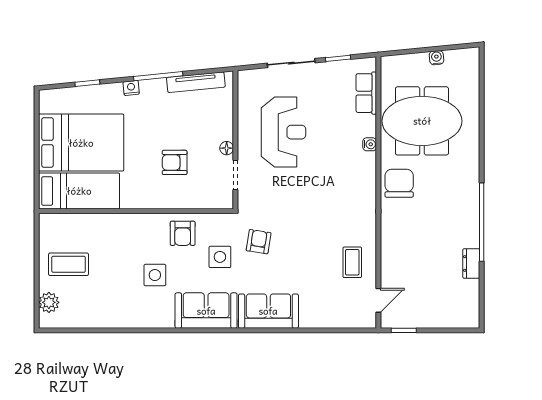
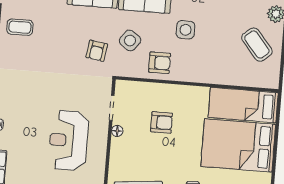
armchair: (183, 233) -> (160, 63), turned 90
side table: (220, 257) -> (130, 41), turned 37
coffee table: (352, 262) -> (20, 27), turned 90
coffee table: (69, 264) -> (257, 45), turned 50

